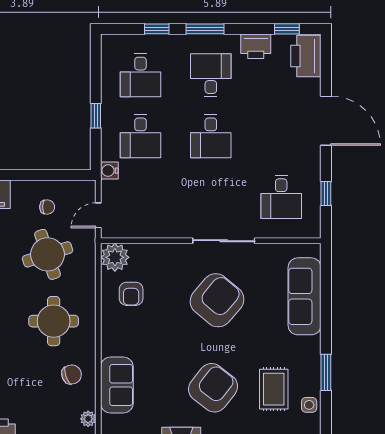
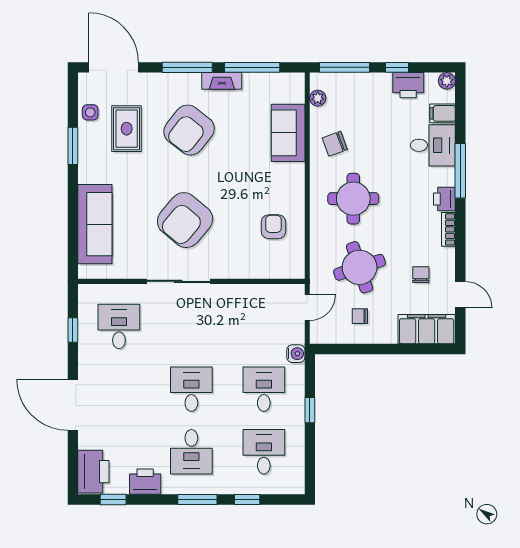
plant: (115, 257) -> (290, 264), removed

